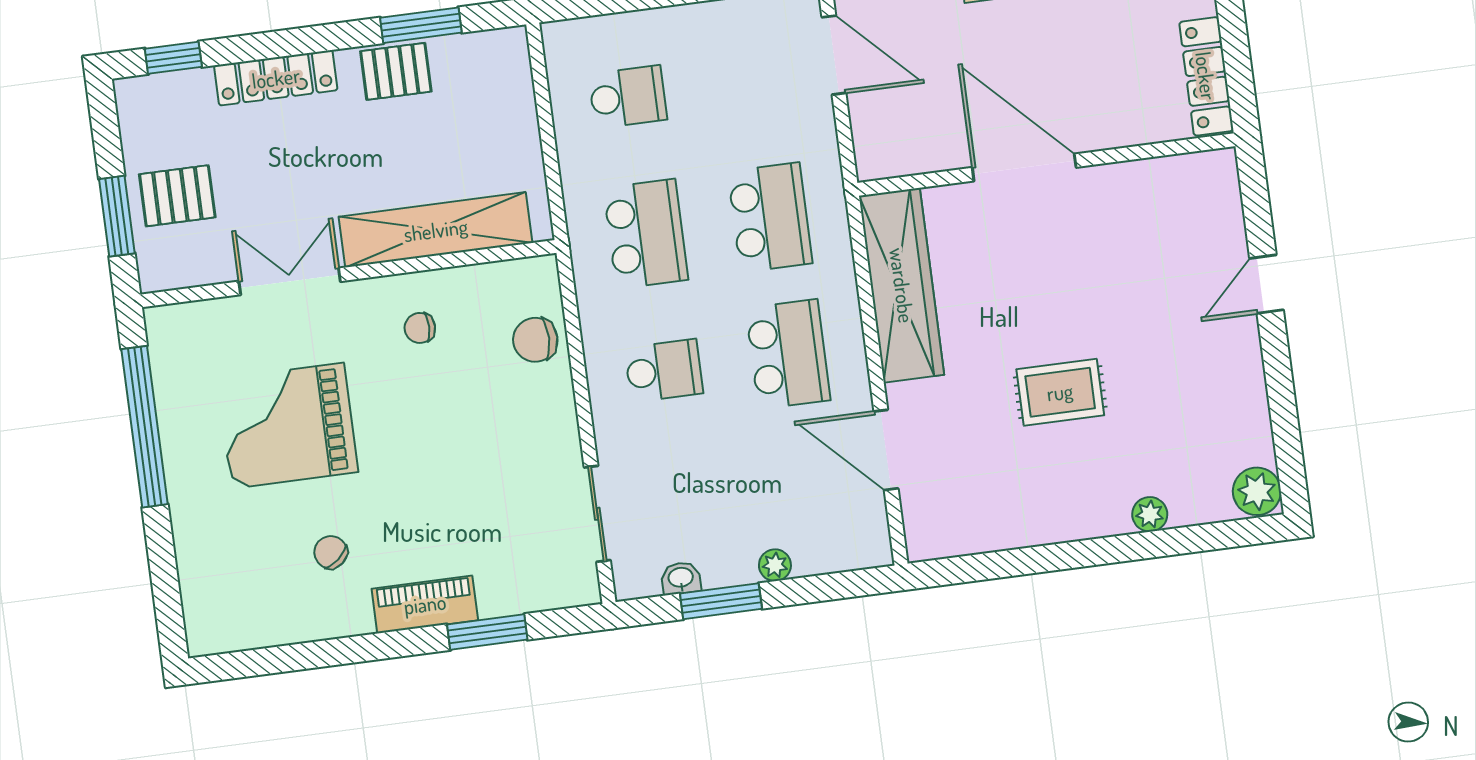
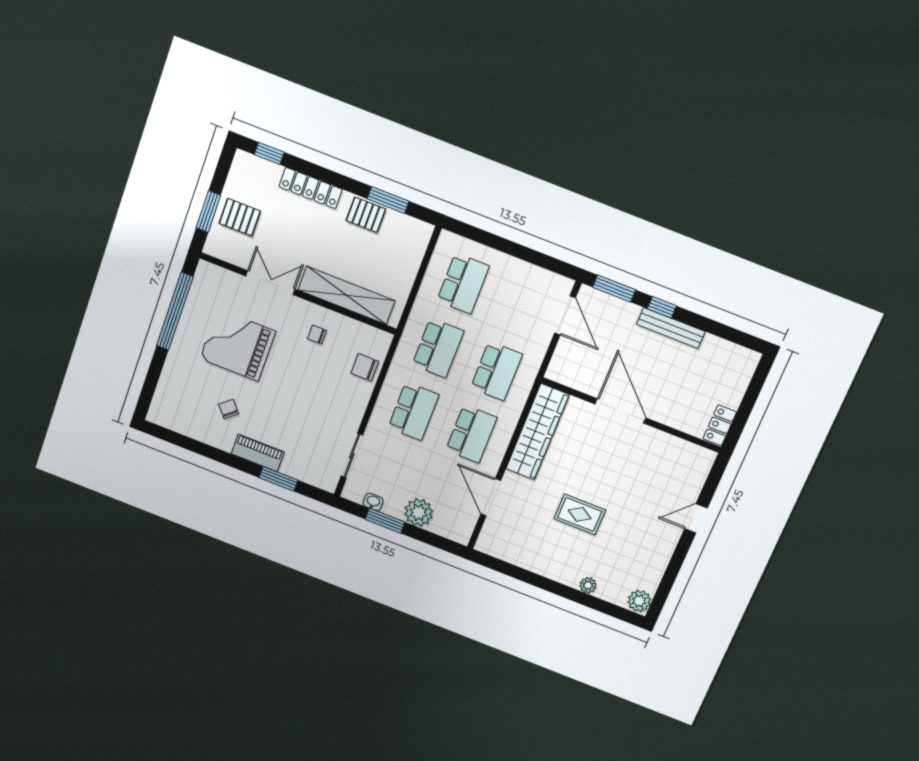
locker: (1206, 76) -> (720, 425), width x0.66
school desk: (628, 97) -> (463, 283), width x1.85
school desk: (664, 371) -> (414, 411), width x1.85
plant: (775, 565) -> (419, 512), width x1.87, depth x1.87

